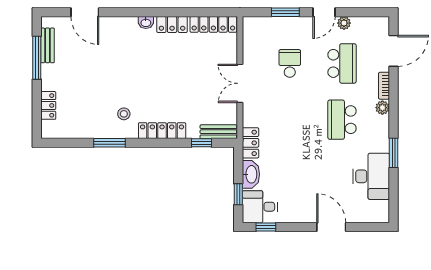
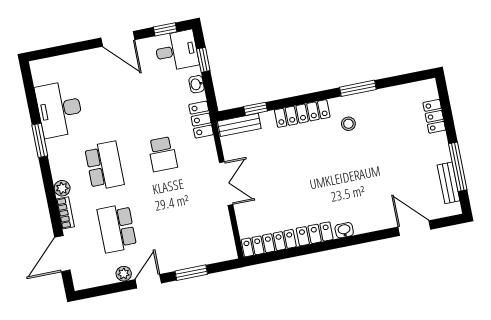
school desk: (290, 63) -> (163, 154), moved
washbasin: (251, 174) -> (197, 84), width x0.52, depth x0.69
door: (331, 227) -> (118, 39), moved

